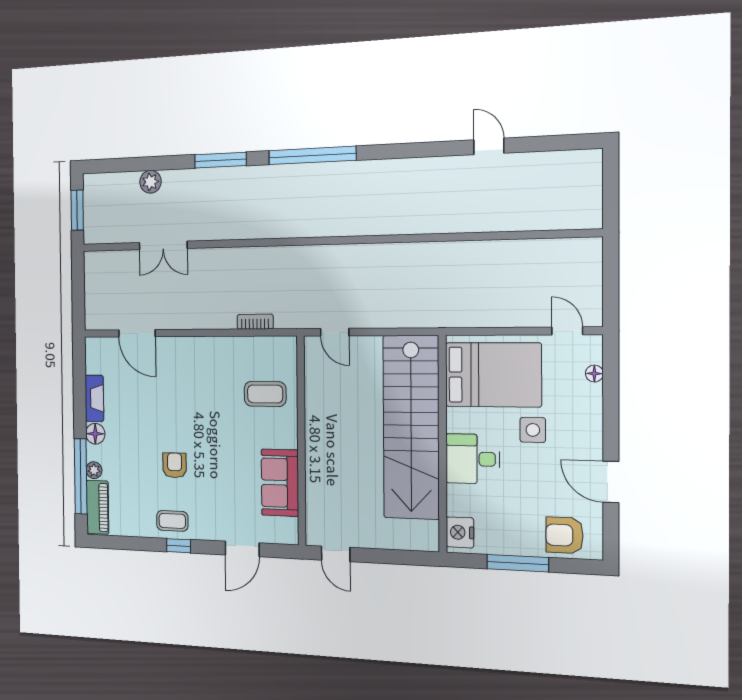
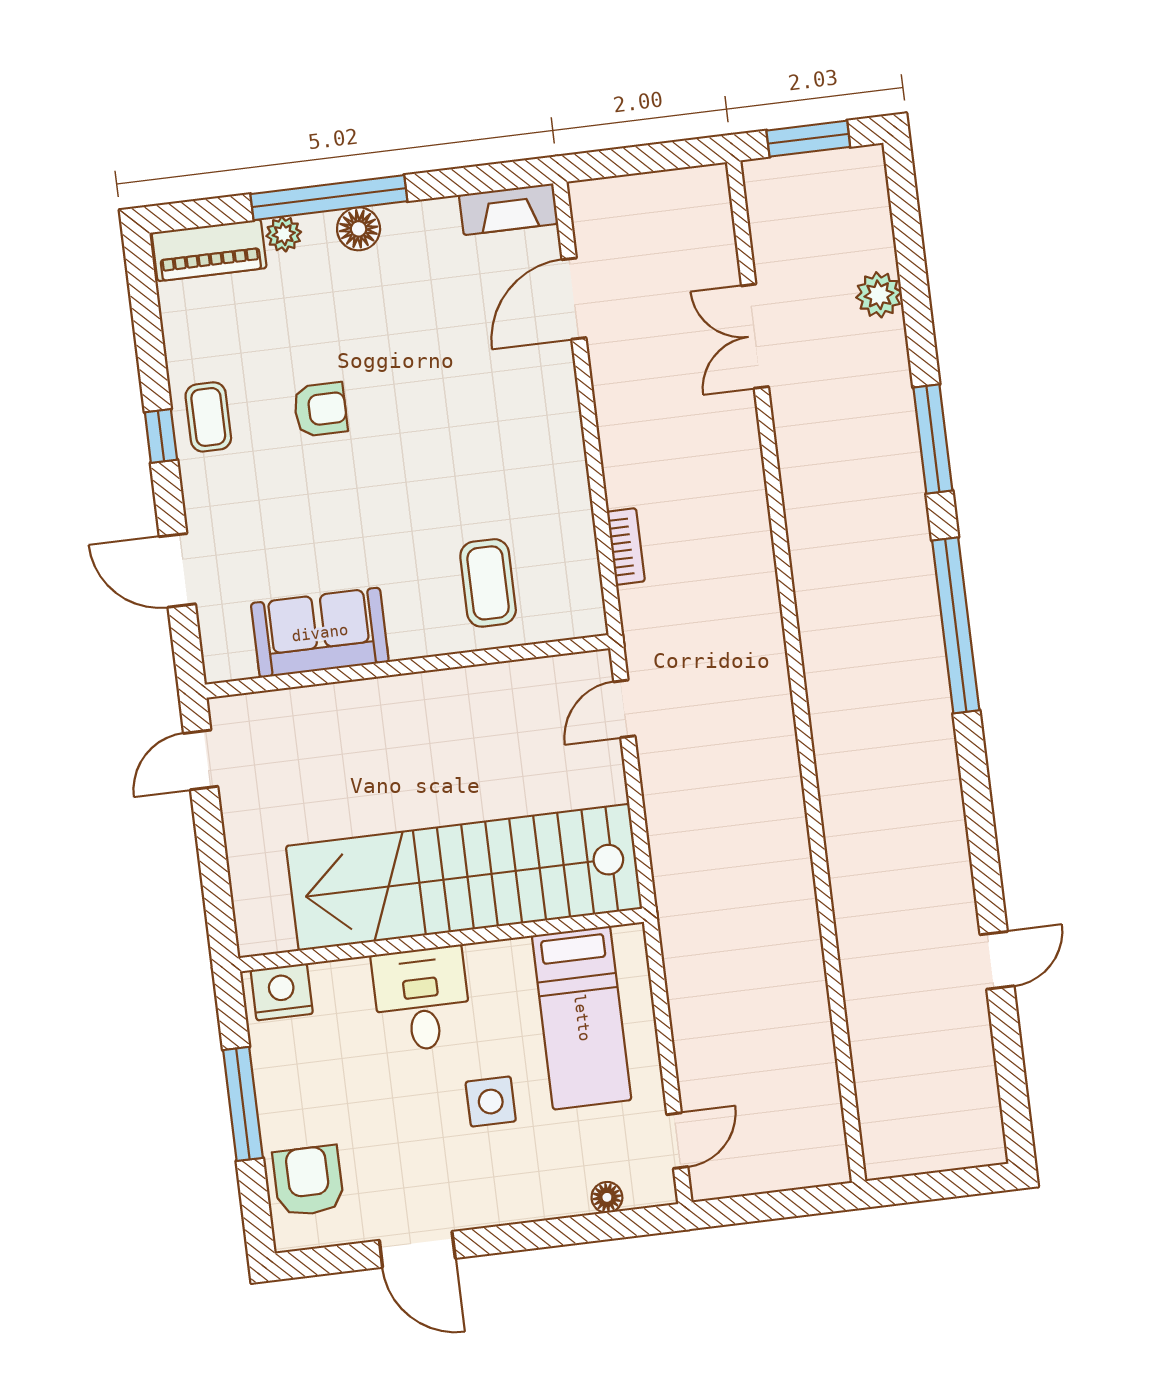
bed: (493, 375) -> (582, 1018), width x0.67
fireplace: (94, 398) -> (508, 209), moved
window: (81, 476) -> (329, 198), moved
door: (611, 482) -> (417, 1249), swing flipped

